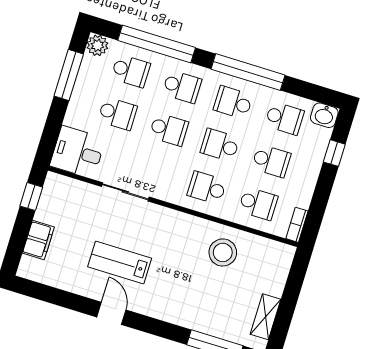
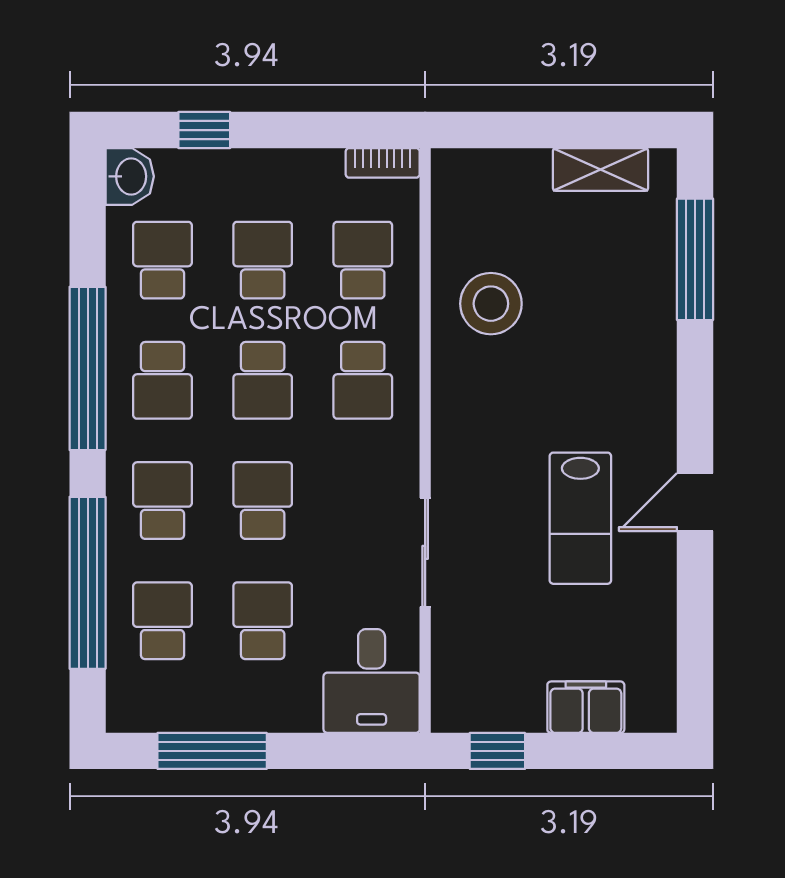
plant: (97, 45) -> (130, 709), removed

